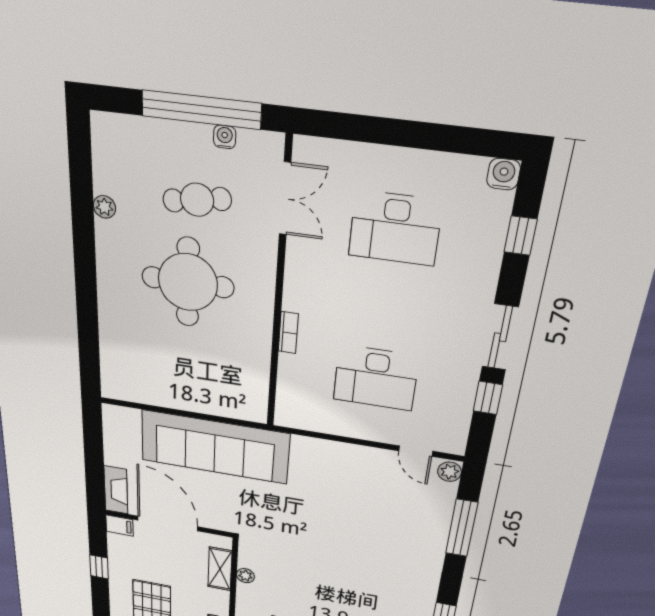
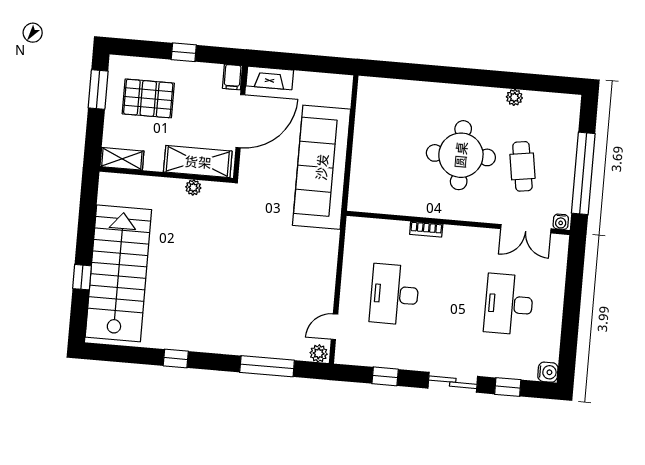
water cooler: (225, 137) -> (561, 222), moved, turned 90
sliding door: (500, 337) -> (453, 382), moved
shelving: (220, 569) -> (198, 162), width x1.50, depth x1.33

